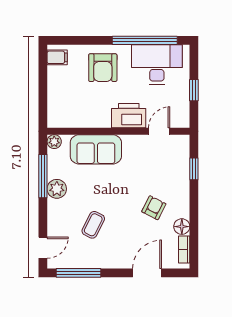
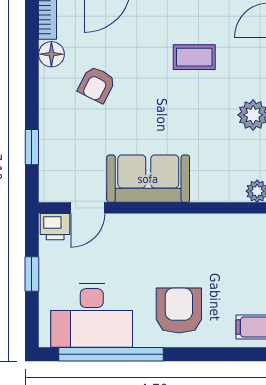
printer: (129, 116) -> (55, 227), moved, width x0.53, depth x0.68
sofa: (96, 149) -> (148, 179), moved
coffee table: (93, 225) -> (194, 57), turned 63

